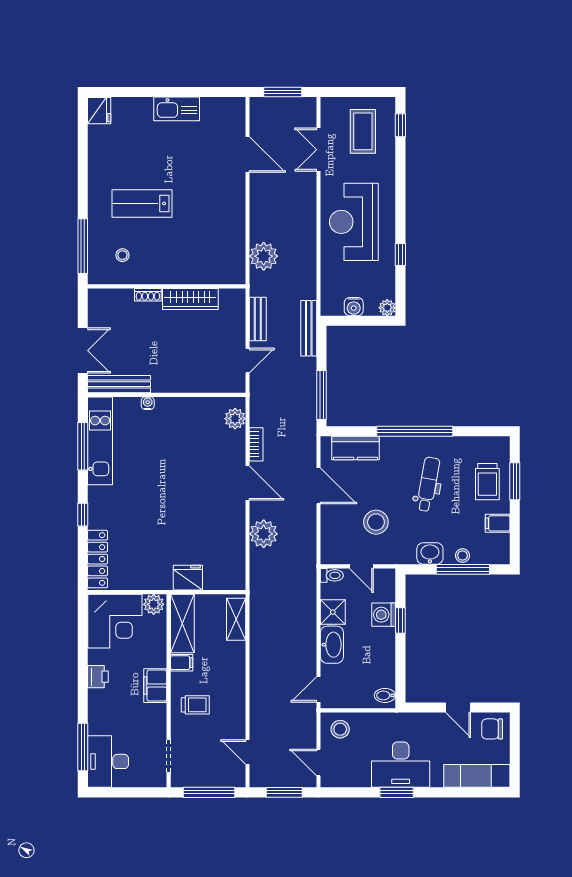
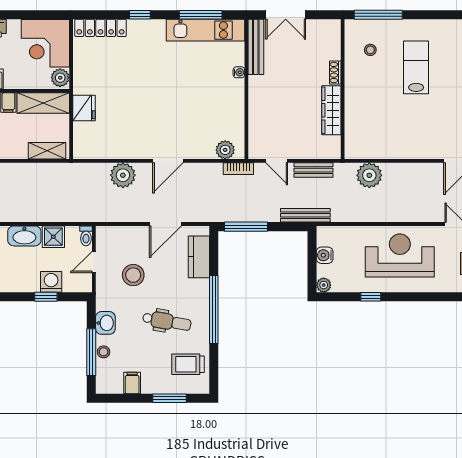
bookcase: (256, 444) -> (238, 169), moved
trolley: (487, 482) -> (188, 364), moved

